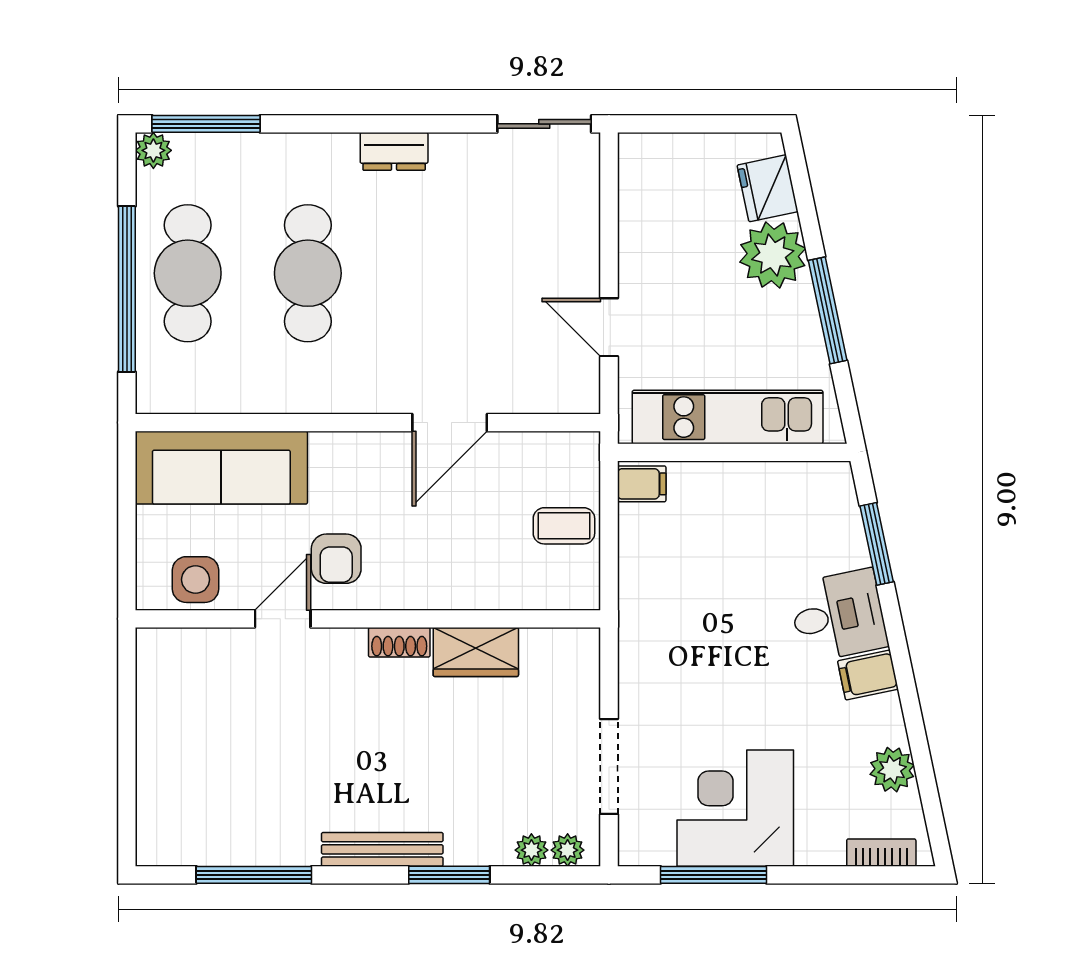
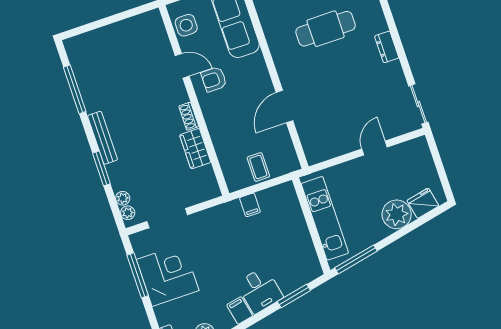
window: (828, 310) -> (356, 259), moved
door: (609, 327) -> (374, 148), moved
door: (450, 423) -> (285, 107), hinge flipped
filing cabinet: (642, 484) -> (250, 205), moved

